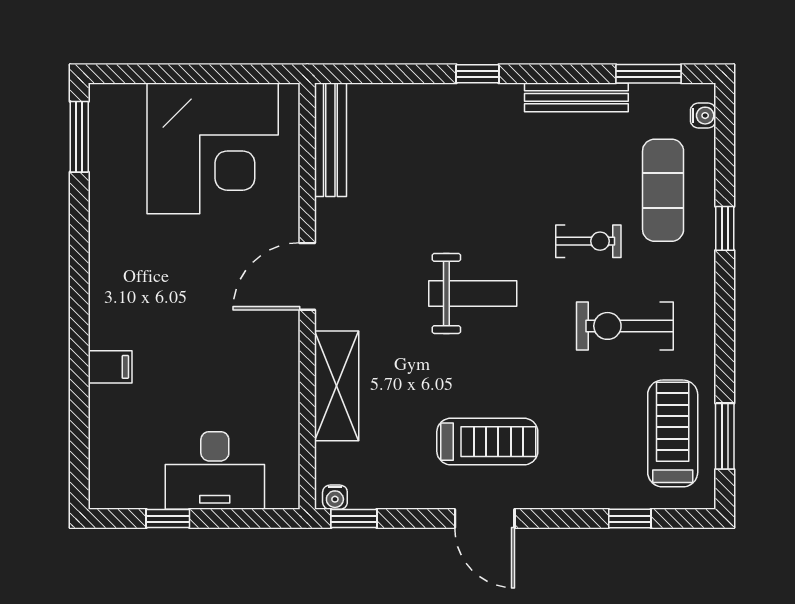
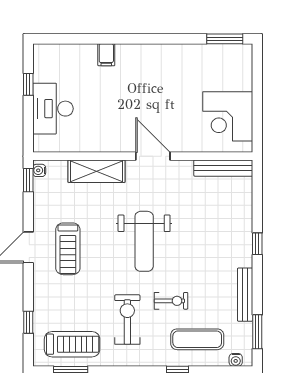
corner desk: (213, 148) -> (228, 116), width x0.74, depth x0.74
exercise bike: (588, 241) -> (171, 301), turned -90
weight bench: (473, 293) -> (144, 241), width x1.36, depth x1.33

